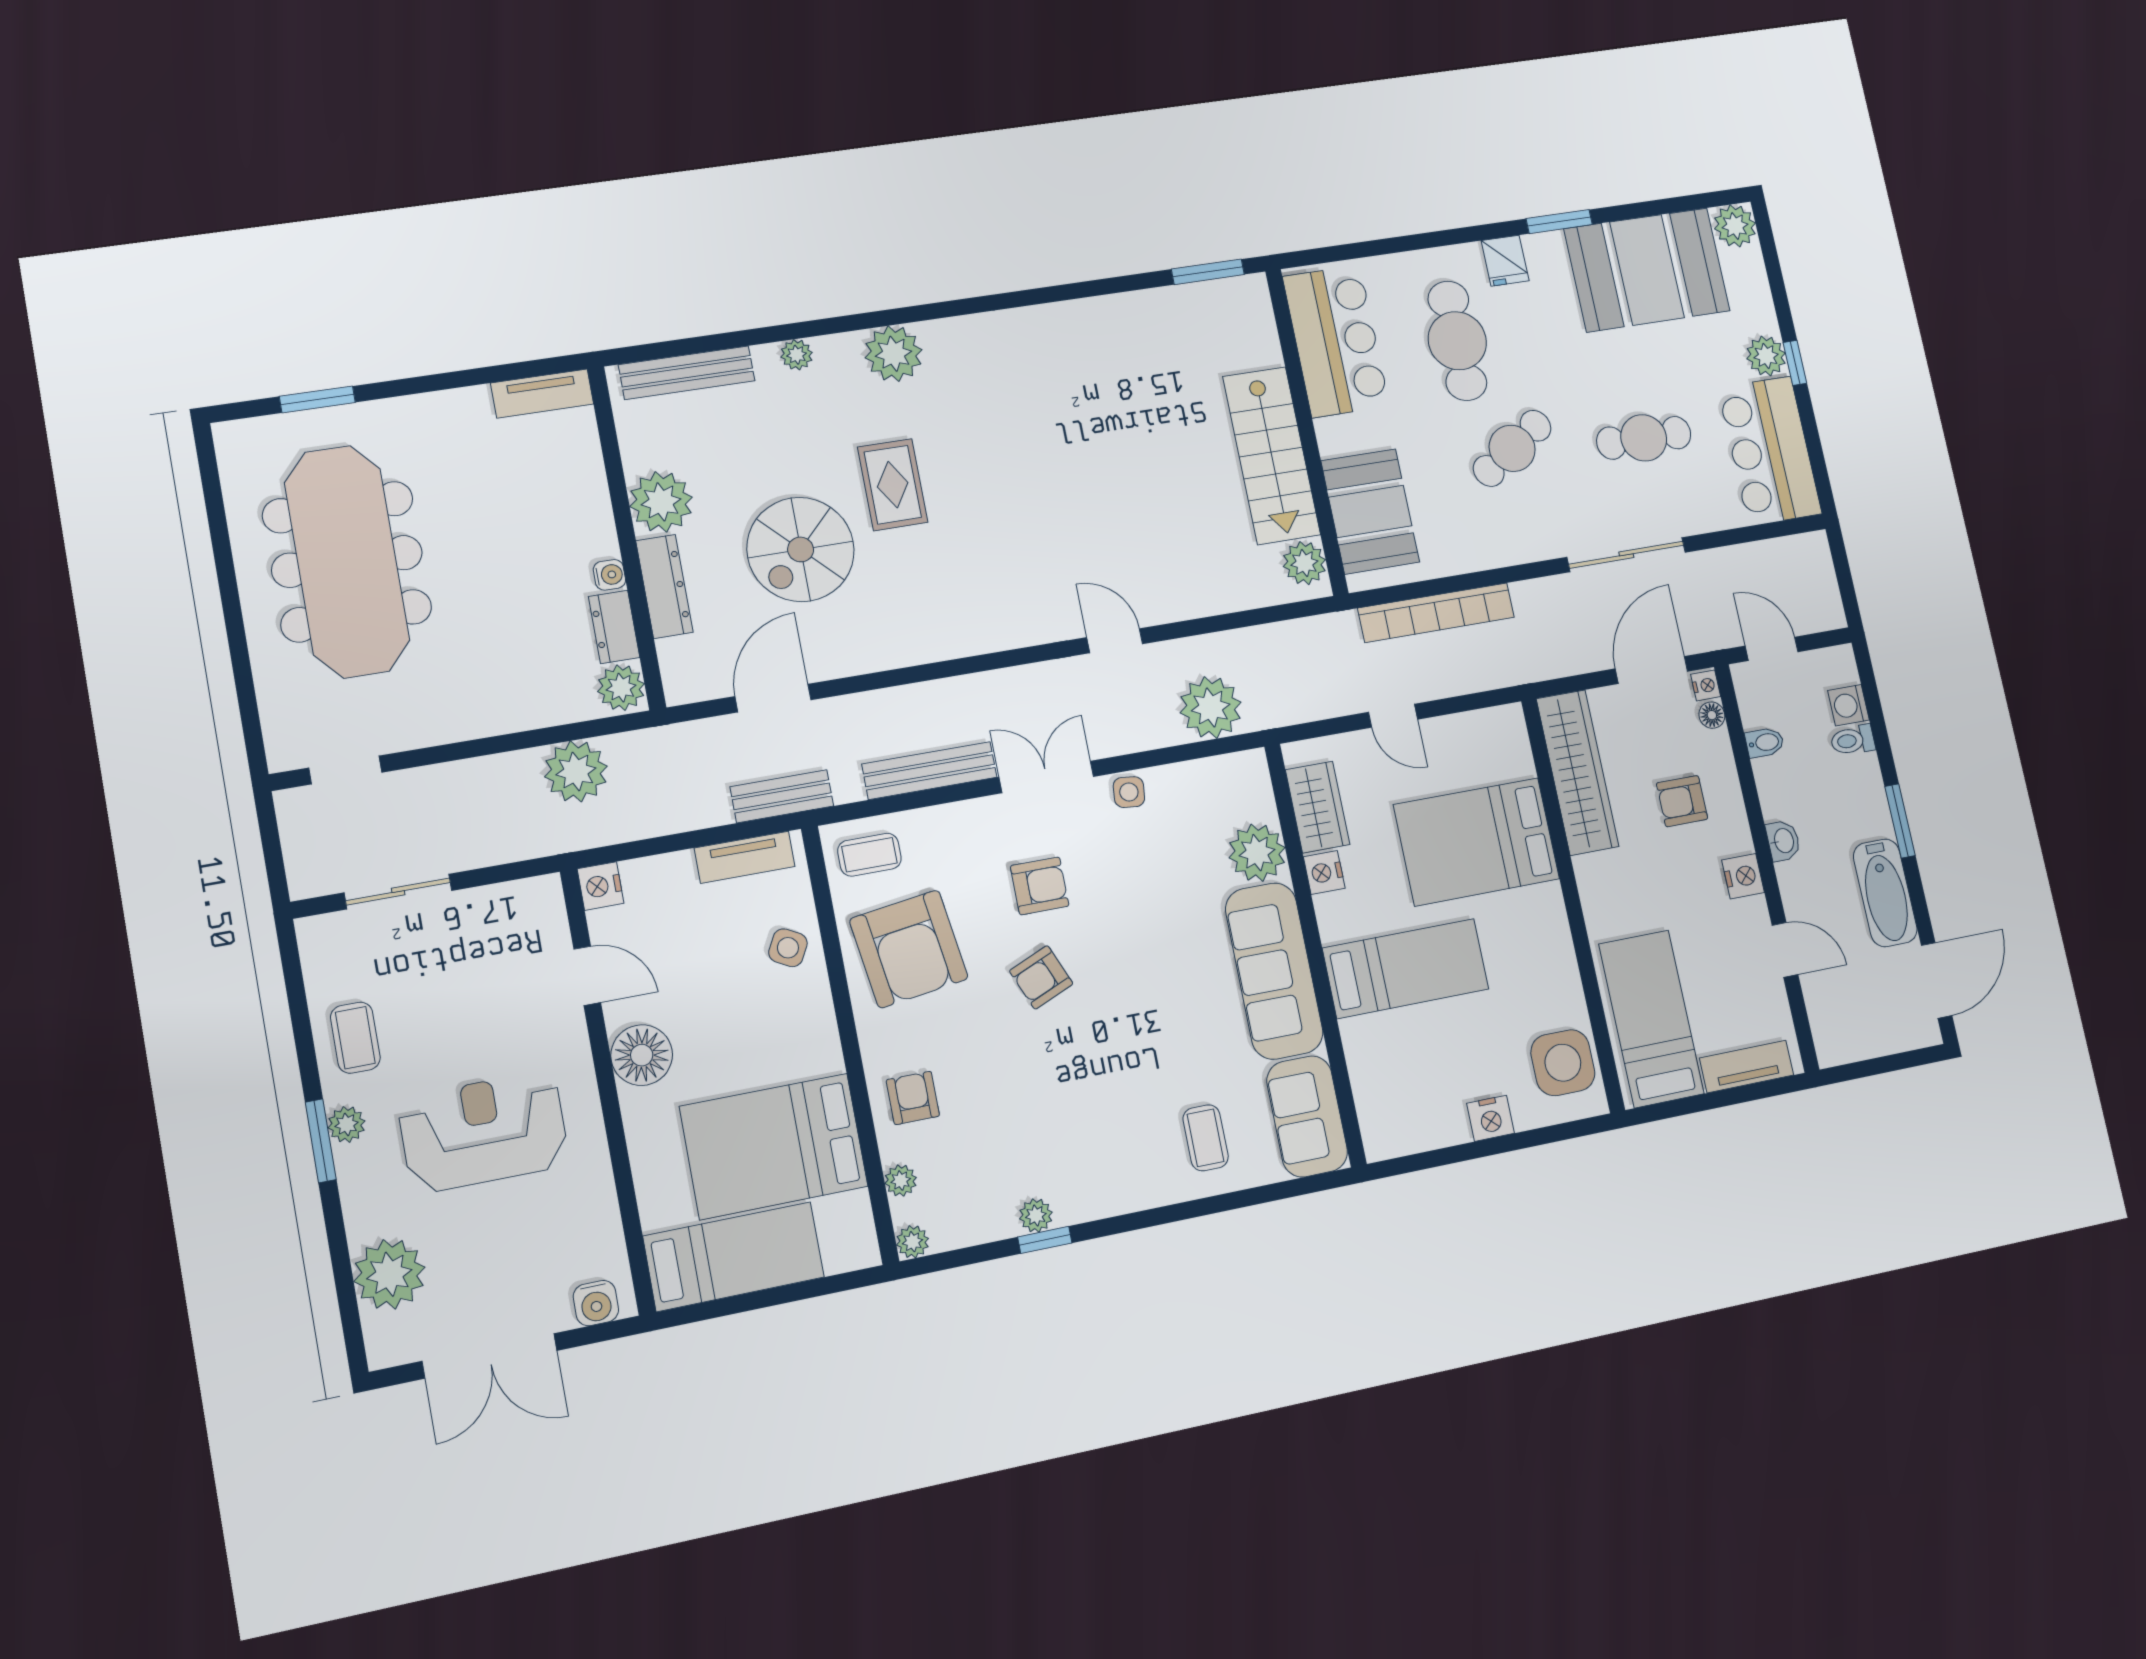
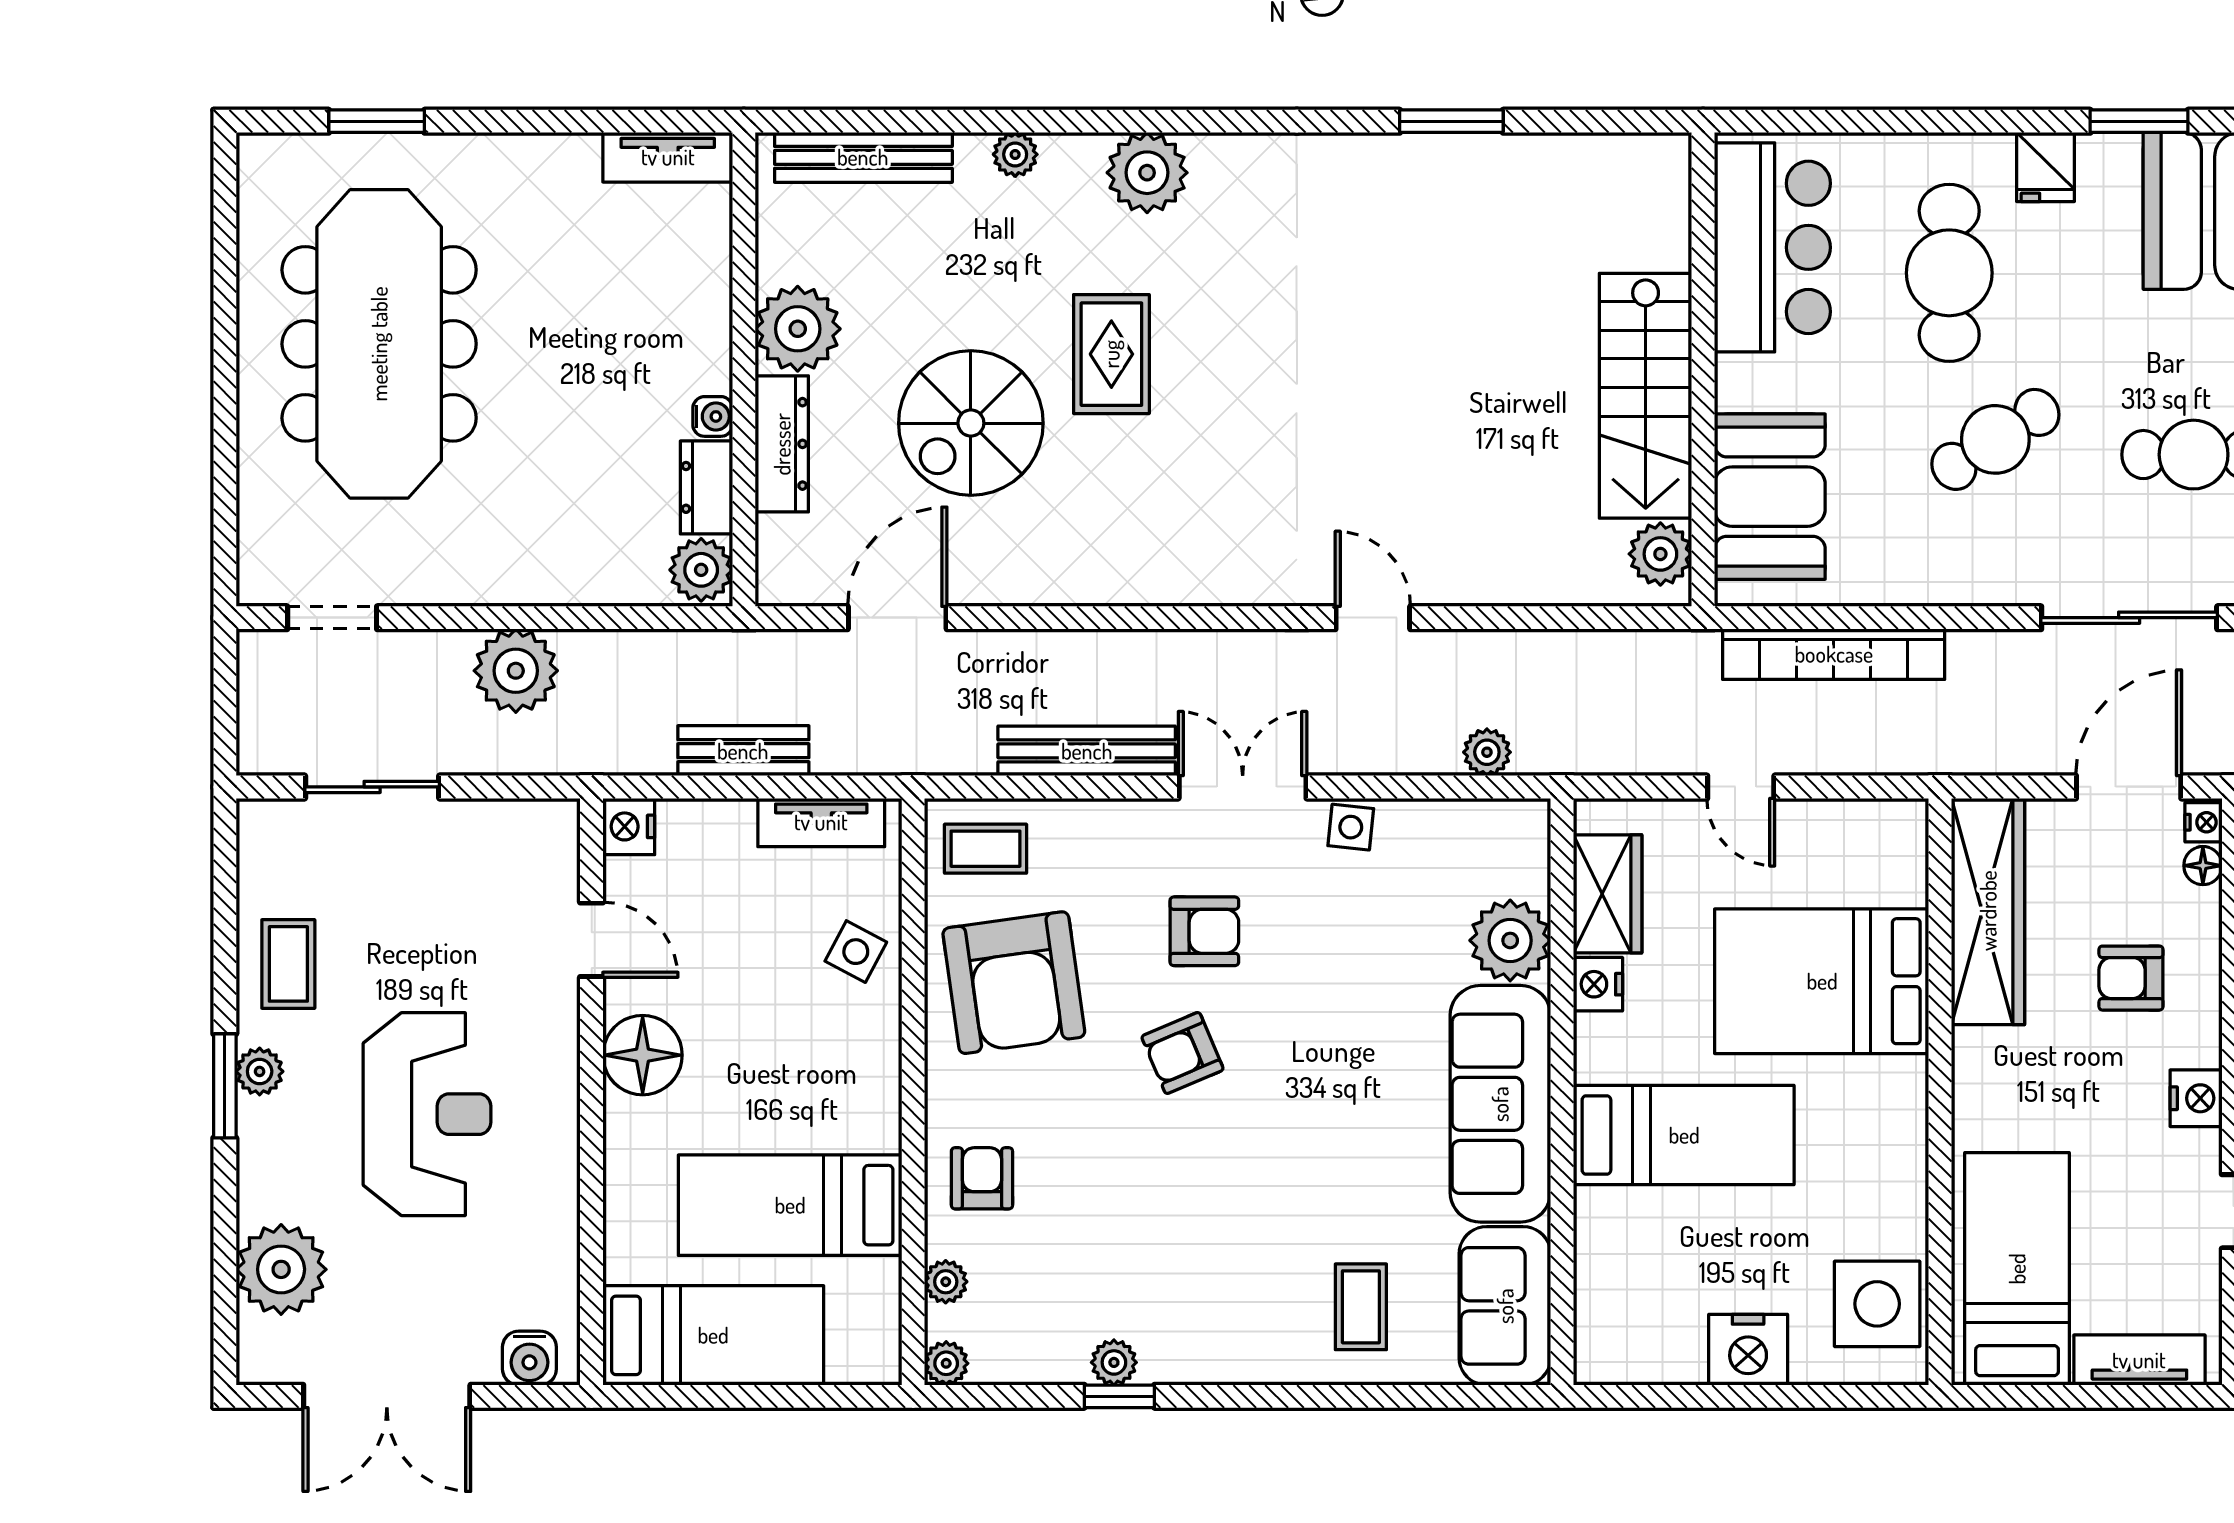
window: (1208, 272) -> (1451, 121), moved
plant: (1211, 707) -> (1487, 752), width x0.53, depth x0.53
plant: (576, 771) -> (516, 671), moved
bench: (782, 796) -> (743, 751), moved
nightstand: (1491, 1118) -> (1748, 1350), width x1.36, depth x1.33
reception desk: (484, 1132) -> (427, 1114), turned 90
bed: (774, 1146) -> (790, 1205), width x0.67

